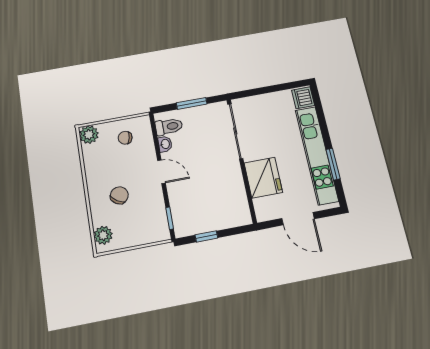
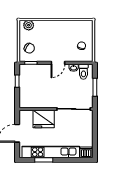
plant: (89, 135) -> (87, 26), removed
chair: (119, 195) -> (29, 48), moved

